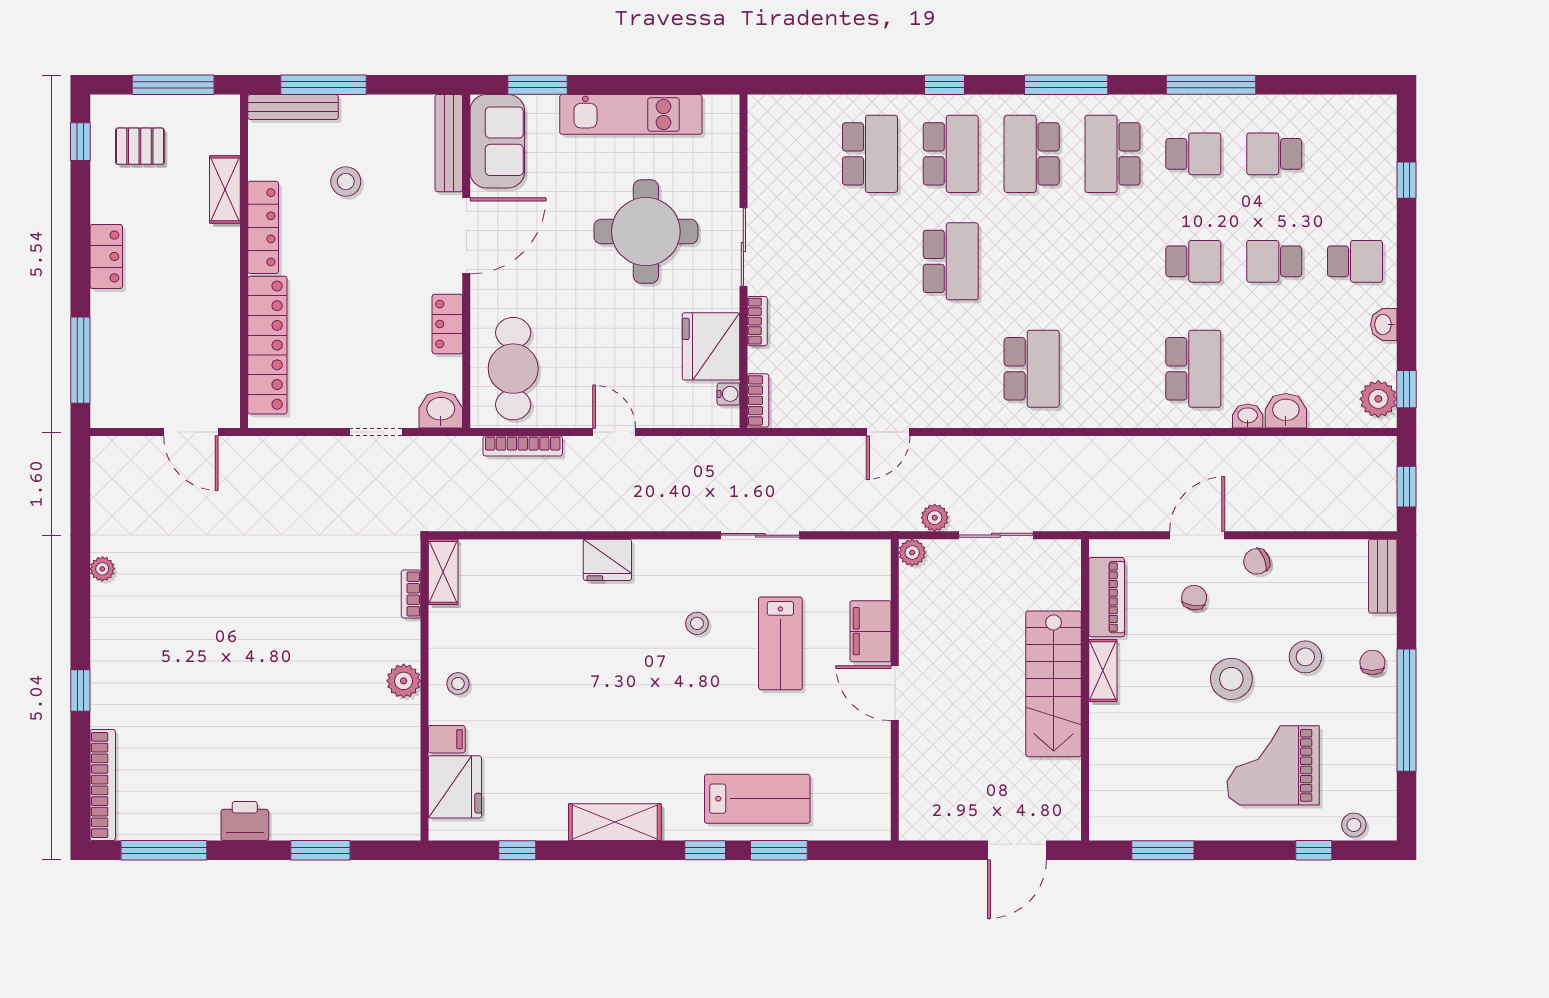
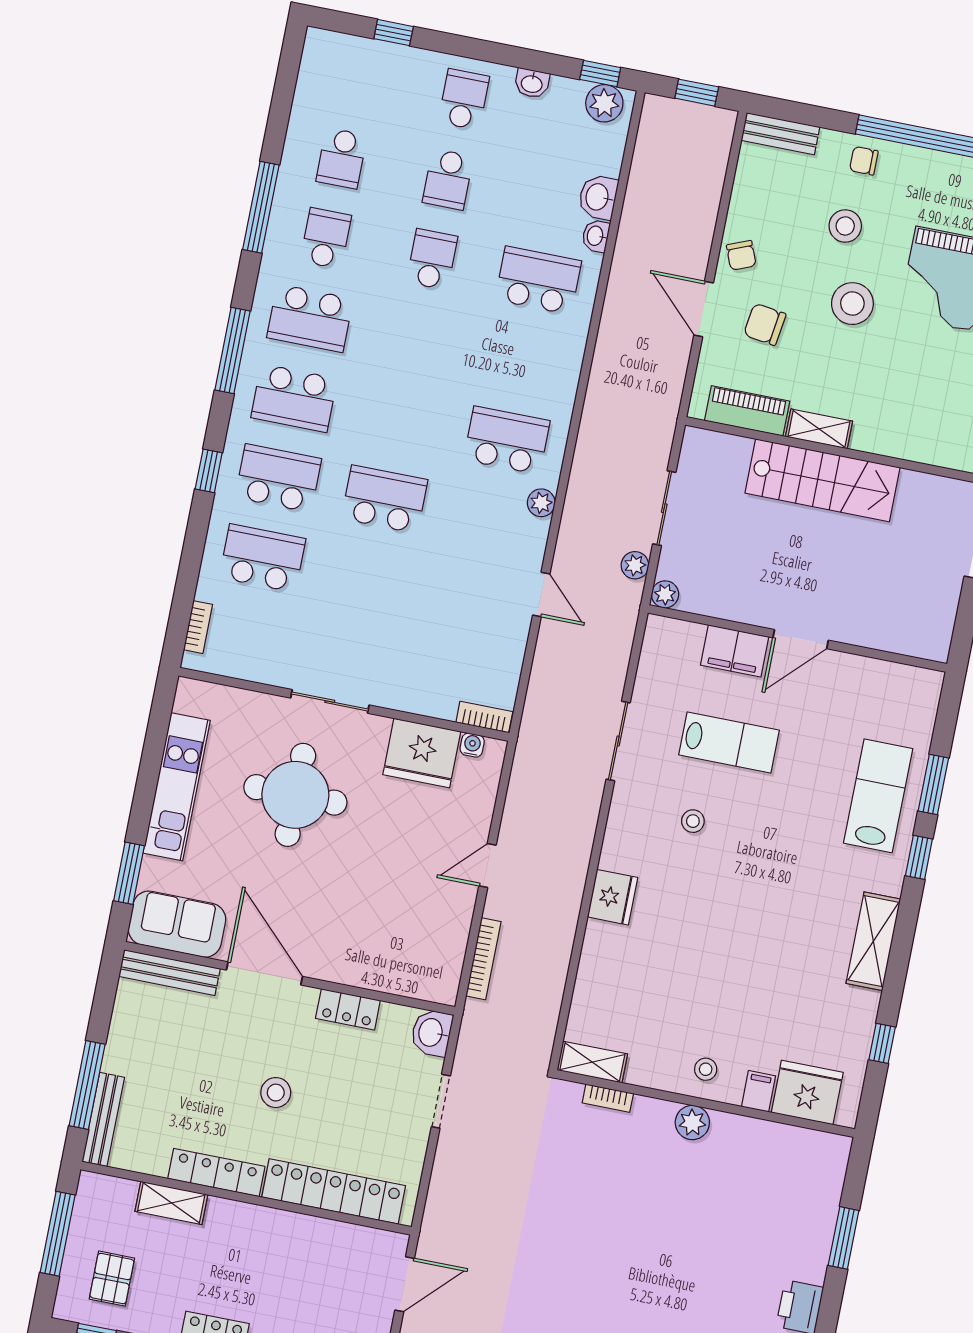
stool: (346, 181) -> (276, 1093), moved
bookcase: (757, 321) -> (198, 627), moved, turned 90
cafe table: (513, 369) -> (405, 953), removed
plant: (977, 414) -> (541, 503), added
chair: (1194, 598) -> (765, 324), width x1.37, depth x1.37

